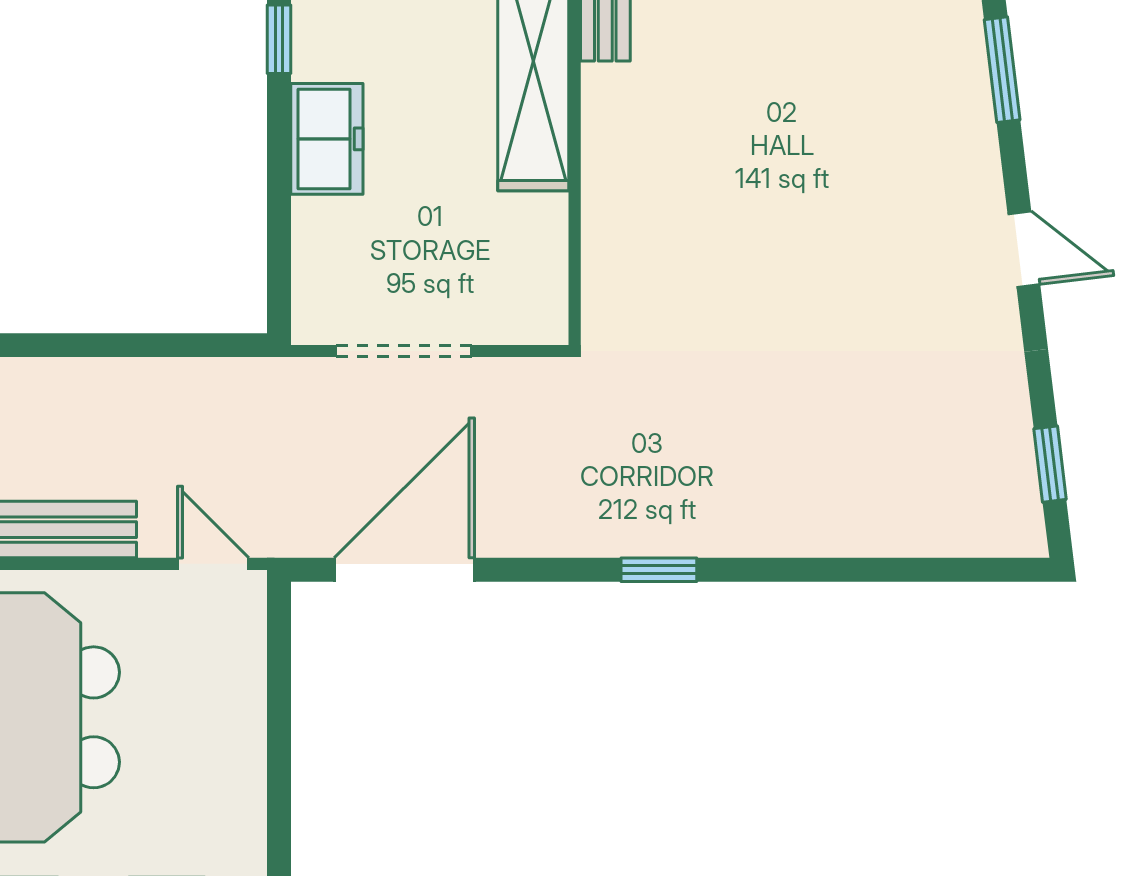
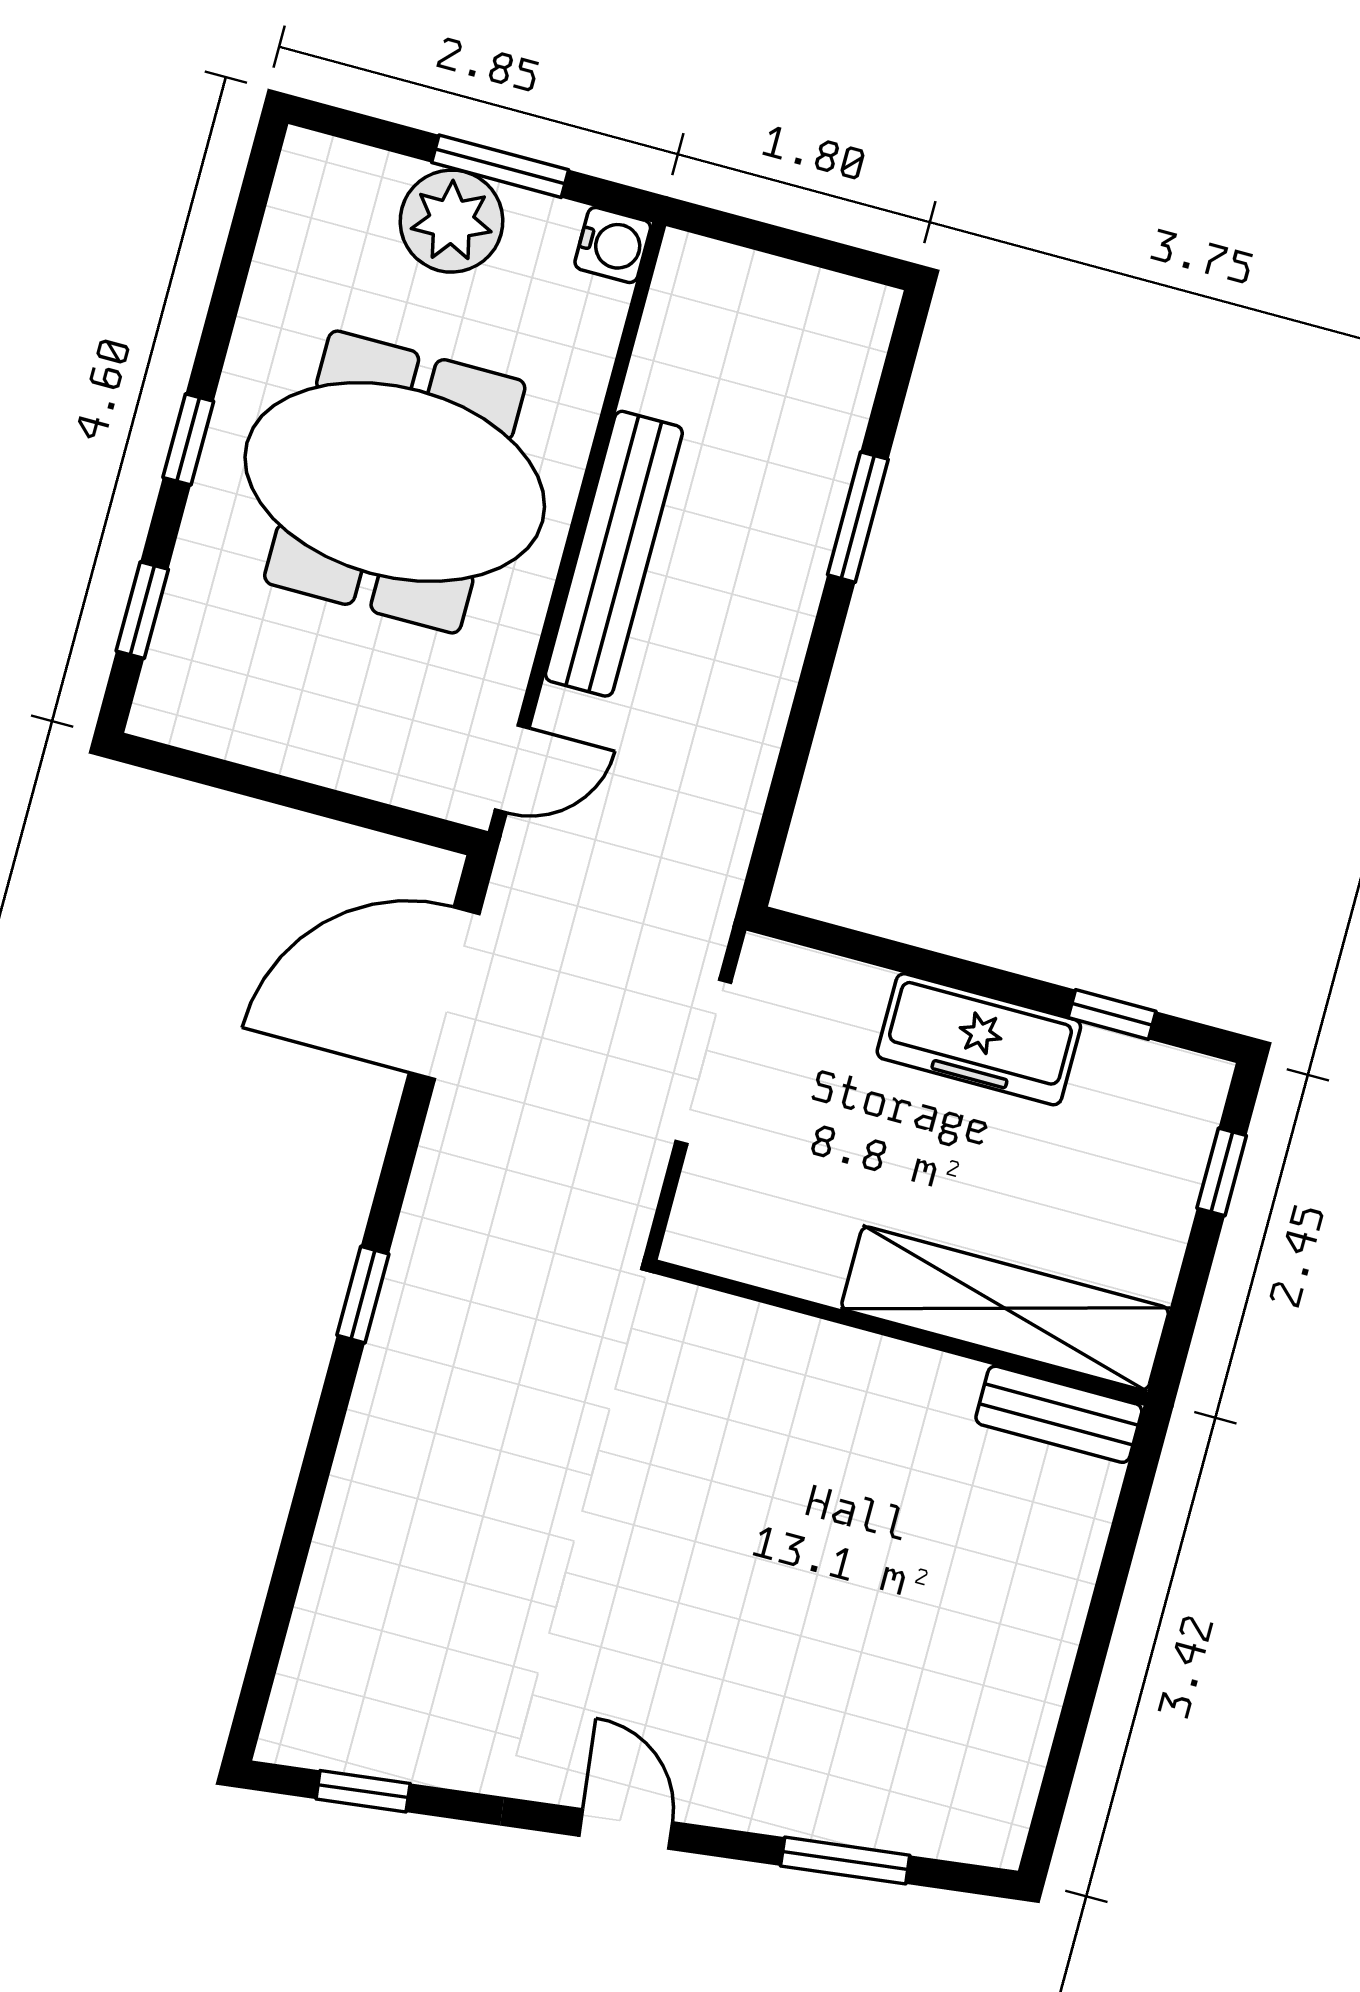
freezer: (327, 139) -> (979, 1039), width x1.40
door: (1024, 249) -> (626, 1829), swing flipped
door: (404, 570) -> (444, 993), swing flipped

